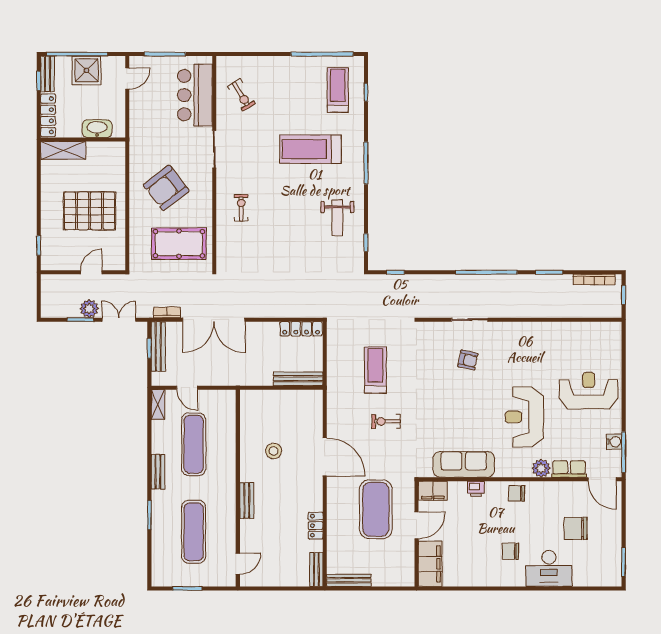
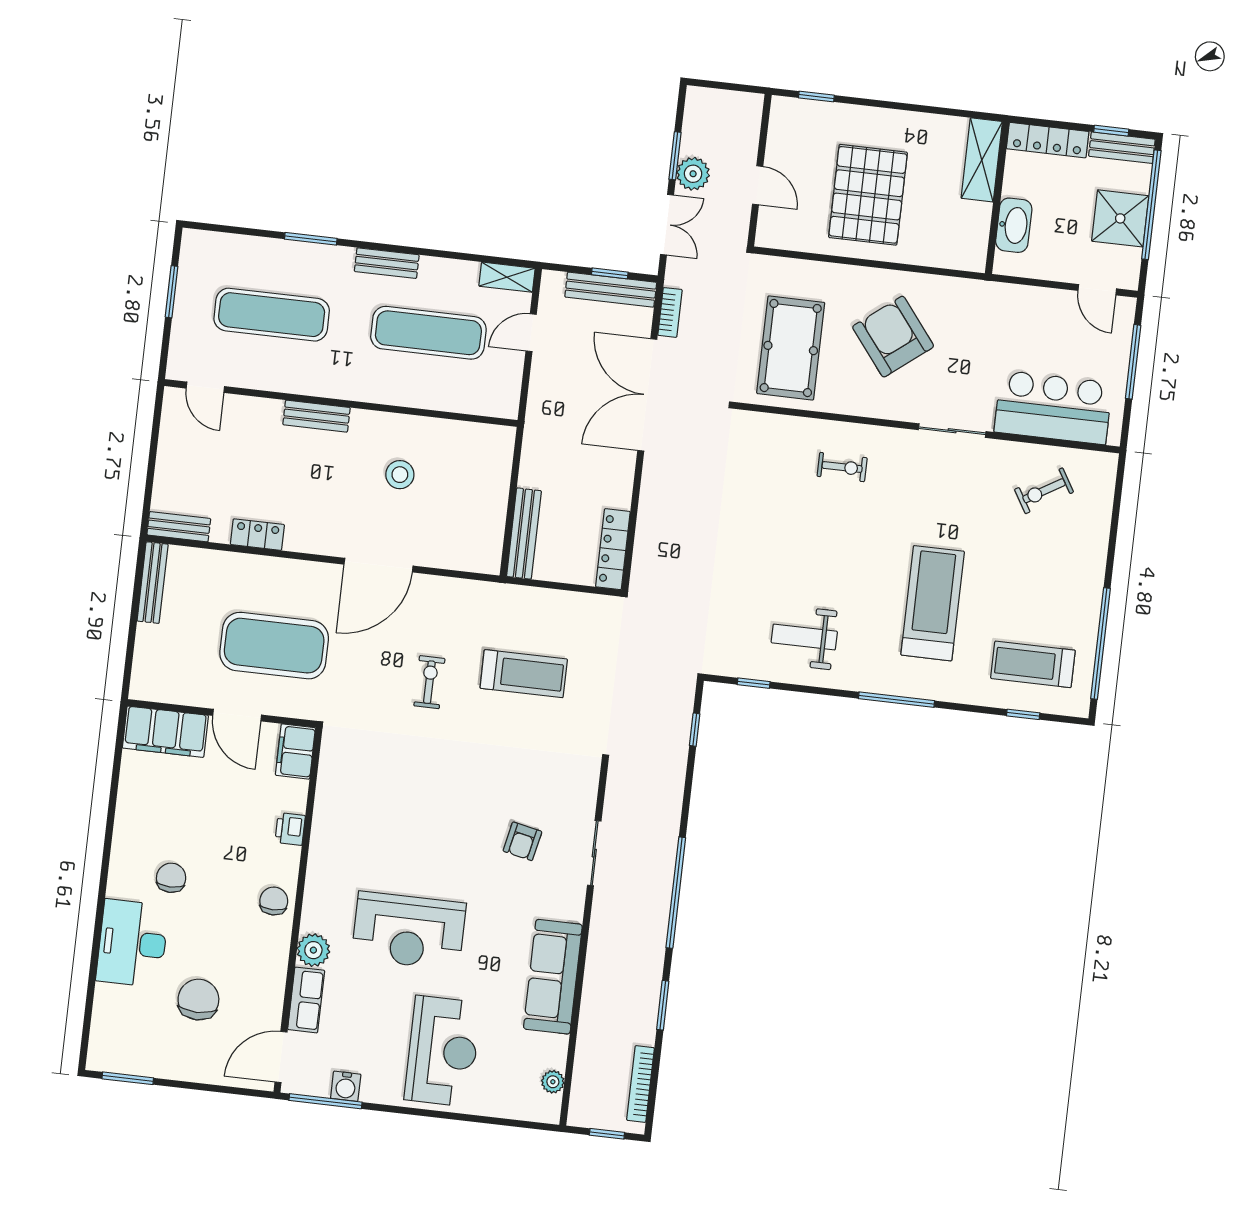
treadmill: (338, 90) -> (1033, 664), turned 180
plant: (598, 328) -> (553, 1082), added
reception desk: (524, 417) -> (409, 931), turned 180
sofa: (464, 464) -> (553, 977), moved, turned 180

